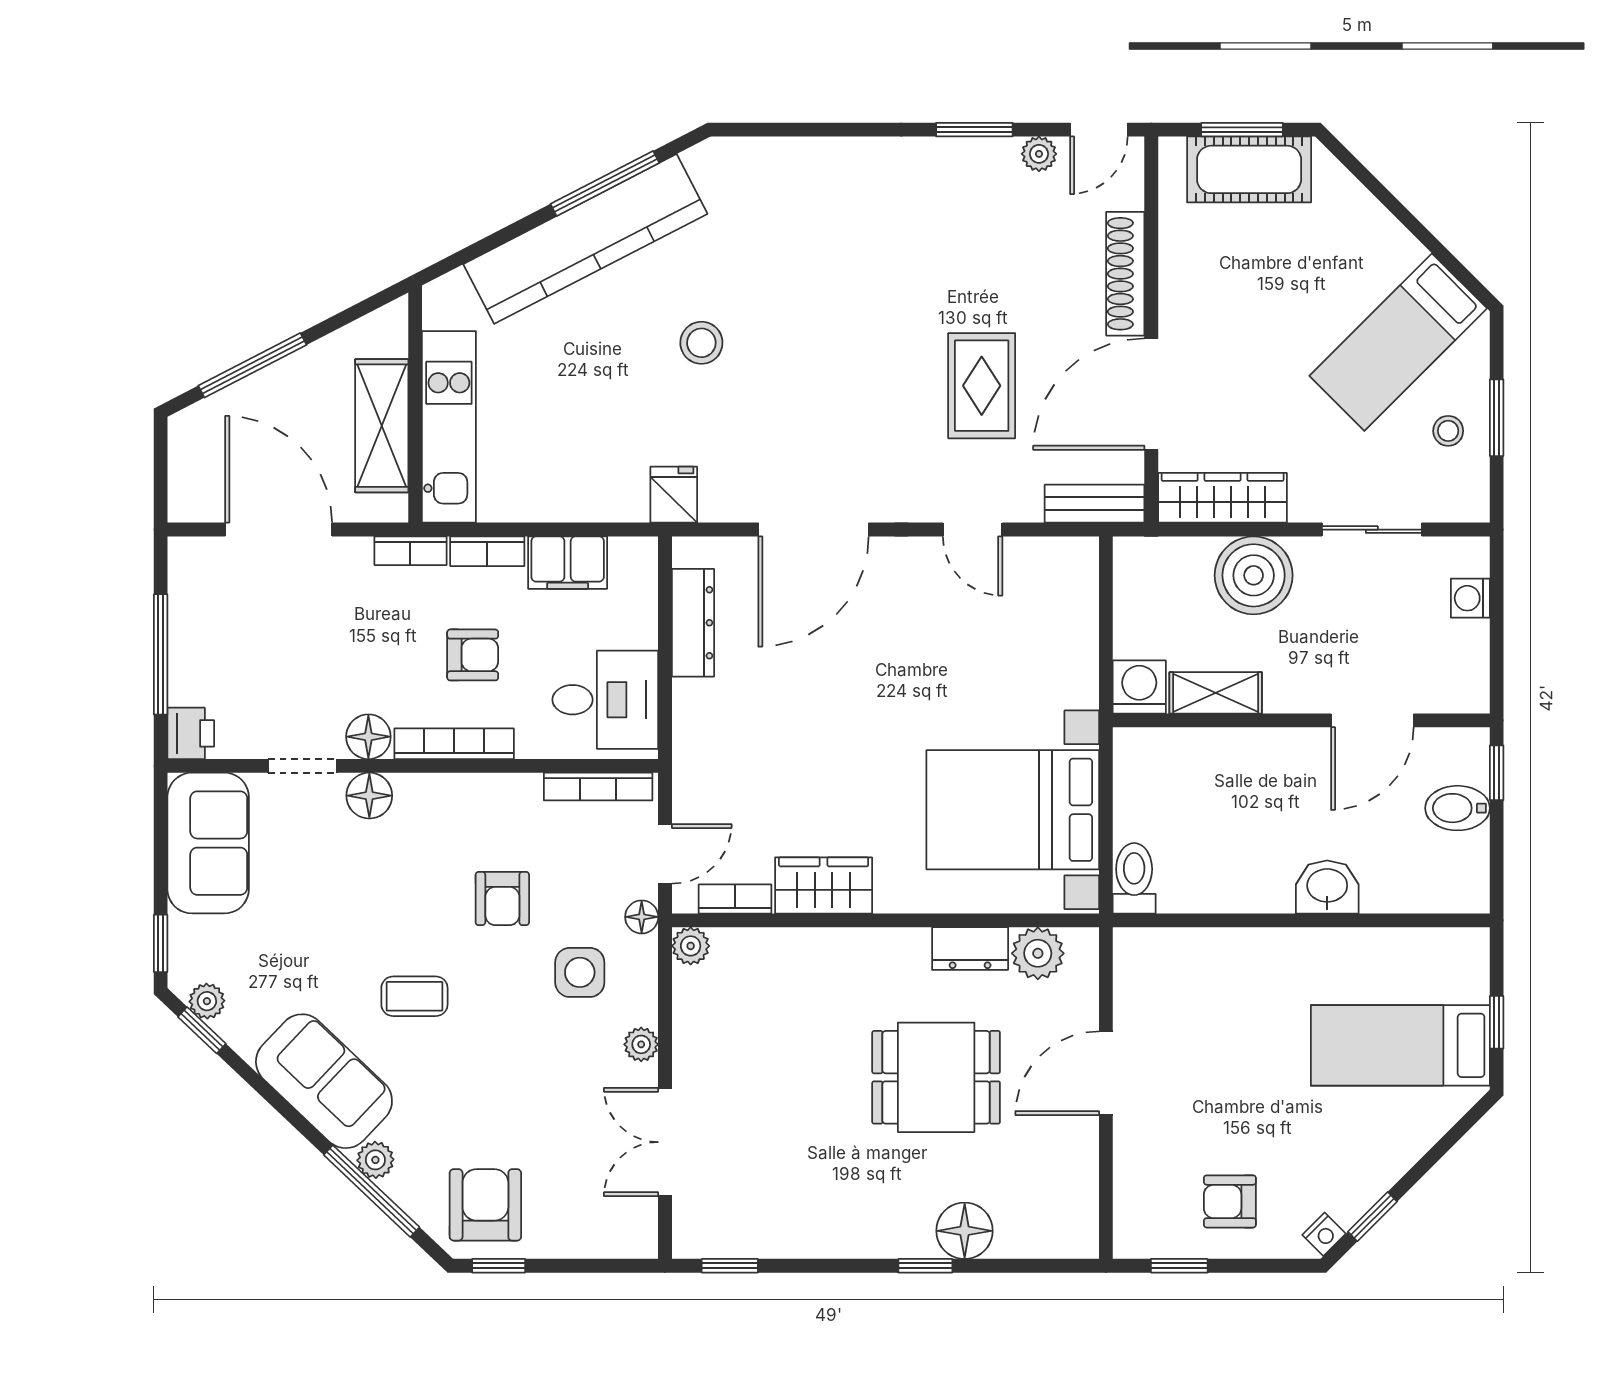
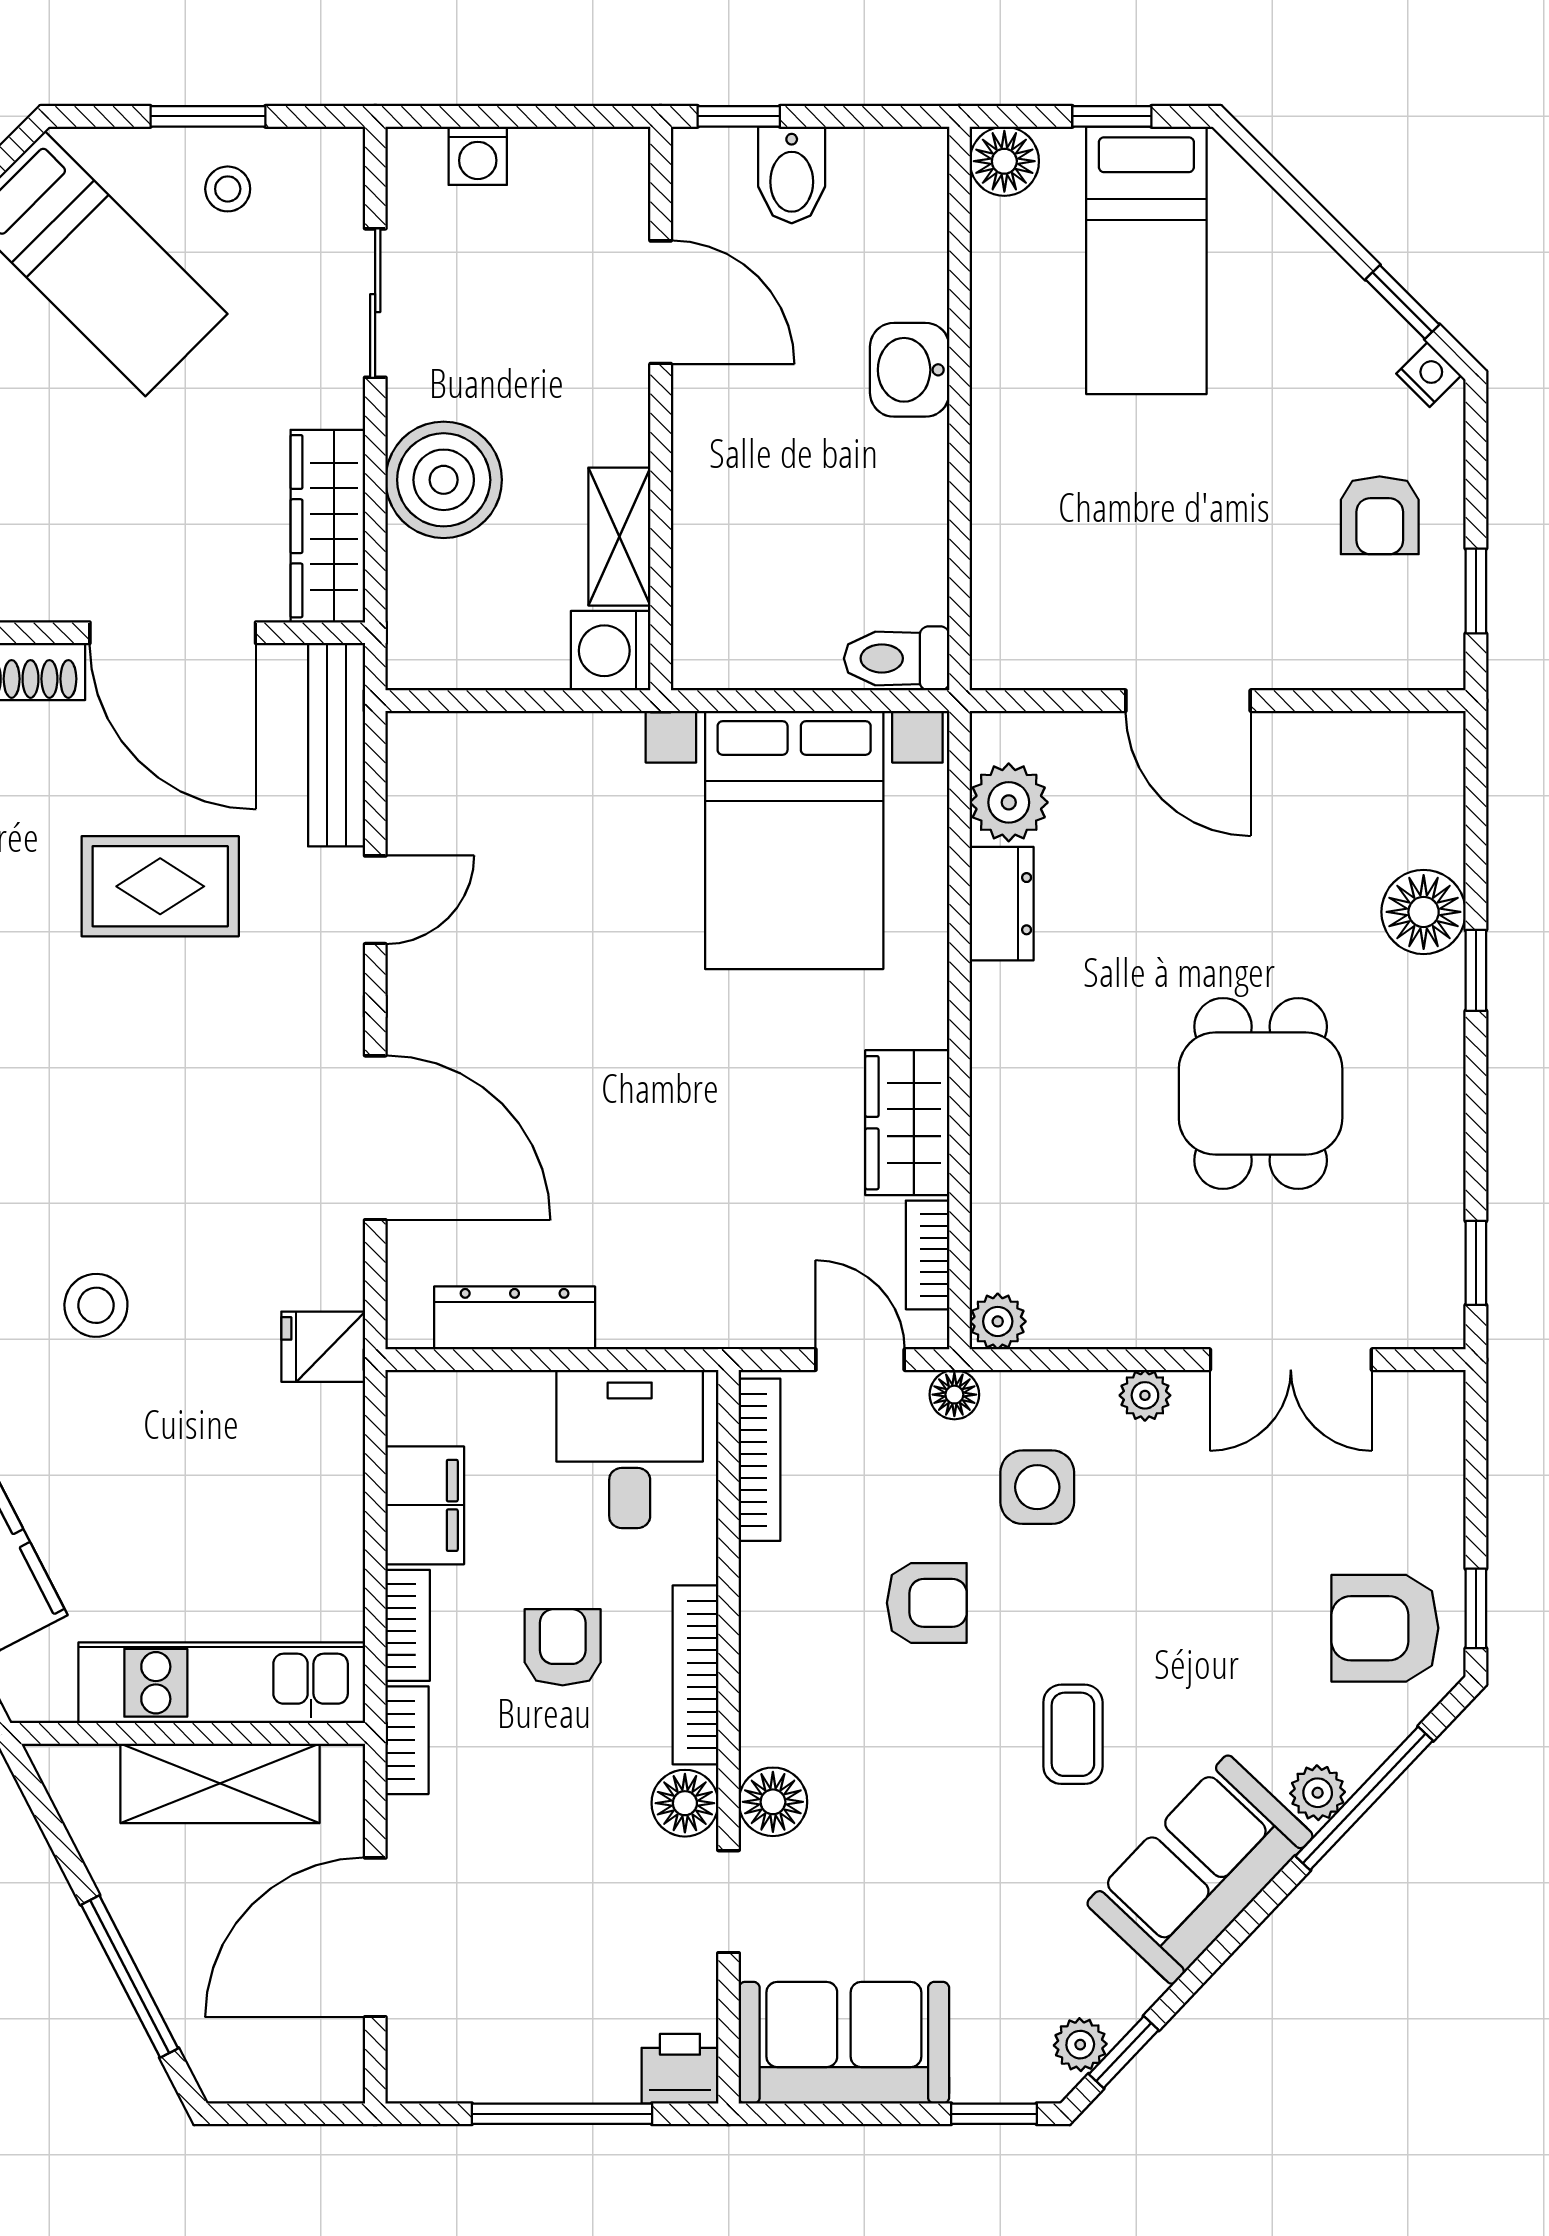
bench: (1095, 504) -> (337, 745), width x1.36
floor lamp: (1467, 950) -> (1004, 161), added
dining table: (936, 1077) -> (1261, 1094), moved

